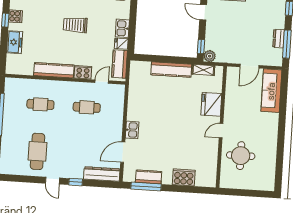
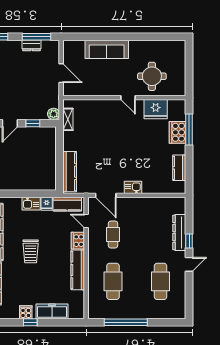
freezer: (15, 42) -> (52, 311), width x1.40
window: (201, 47) -> (33, 123), moved
kitchen counter: (171, 70) -> (70, 172), moved
sofa: (271, 91) -> (107, 49), moved
cafe table: (40, 104) -> (113, 281), width x1.37, depth x1.35
fridge: (211, 104) -> (156, 109), moved
cafe table: (37, 151) -> (161, 281), turned 90
door: (123, 152) -> (106, 195), moved
dresser: (102, 174) -> (179, 232), moved
window: (146, 186) -> (189, 130), moved

